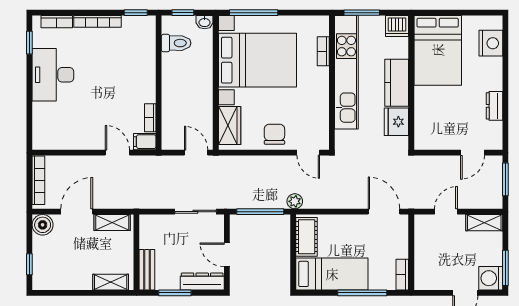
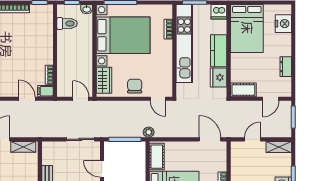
cot: (433, 140) -> (243, 90), added

